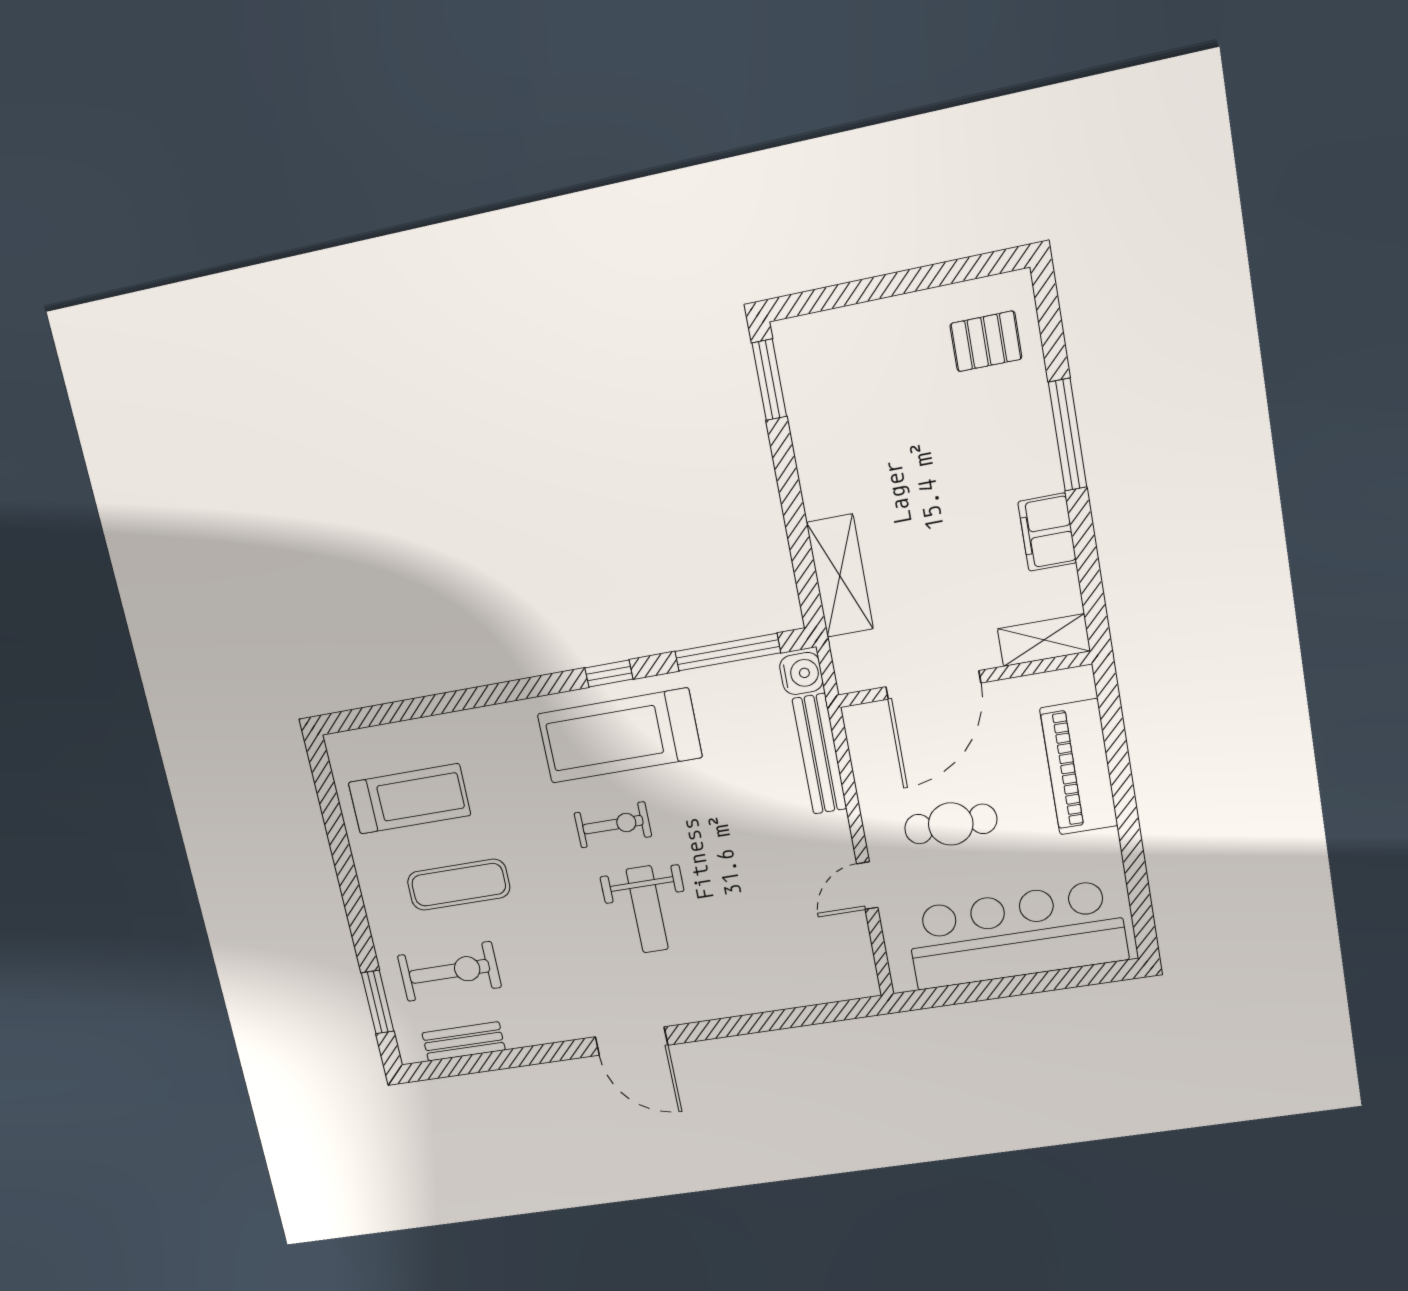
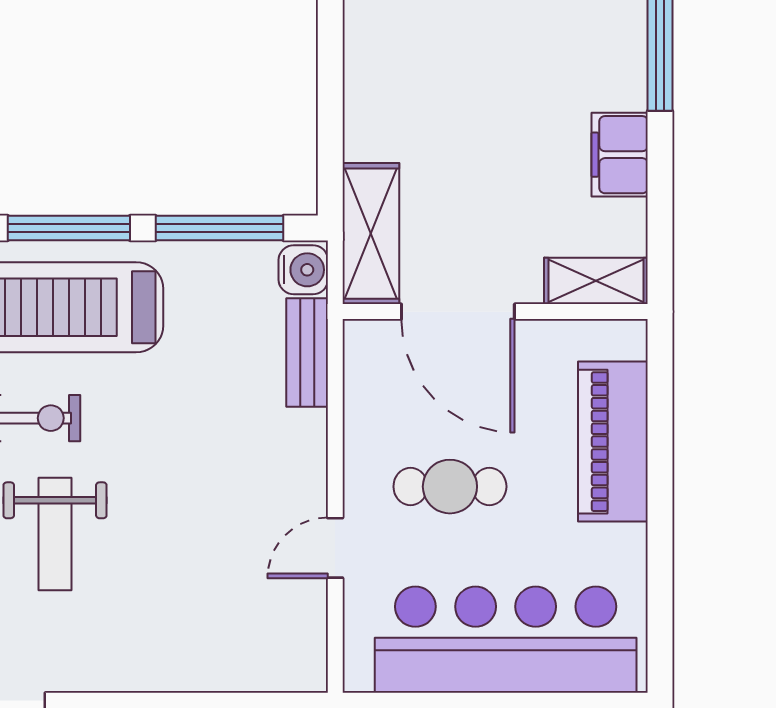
shelving: (840, 576) -> (371, 234), moved
window: (609, 673) -> (69, 228), width x2.17
door: (933, 685) -> (458, 312), hinge flipped
bench: (820, 754) -> (307, 353), width x0.73

